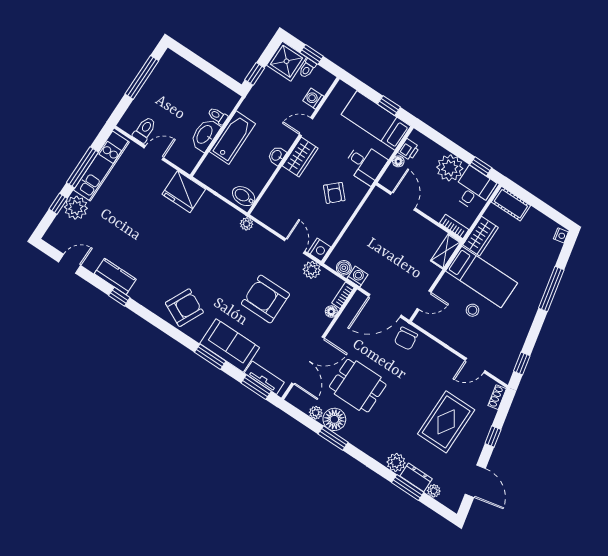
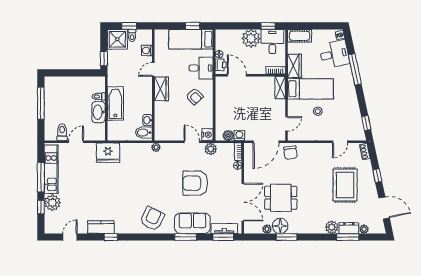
printer: (409, 150) -> (221, 65), moved
washbasin: (277, 156) -> (147, 120), moved
desk: (539, 254) -> (334, 54), added

